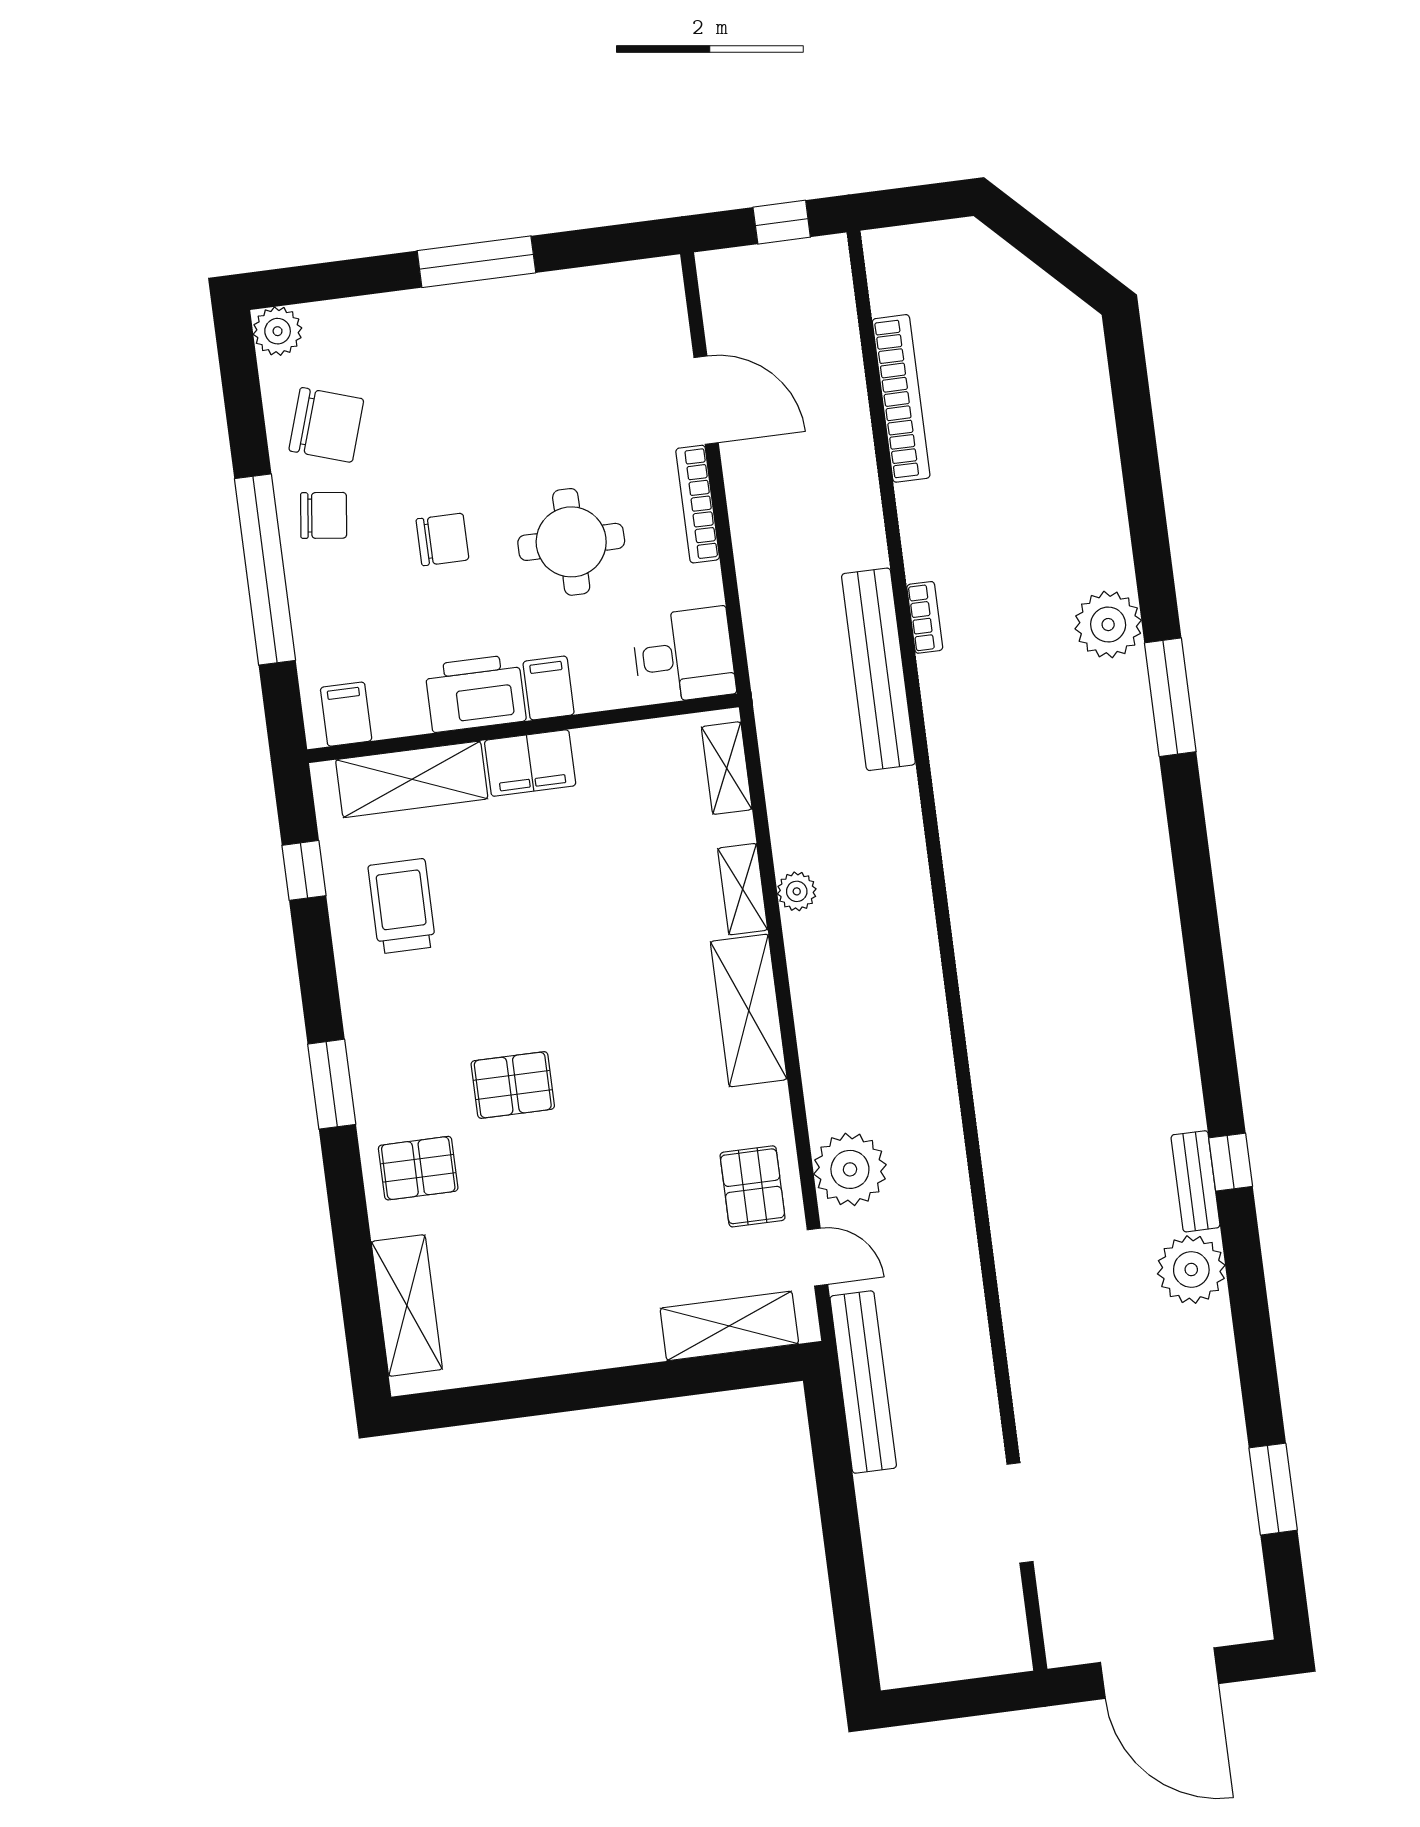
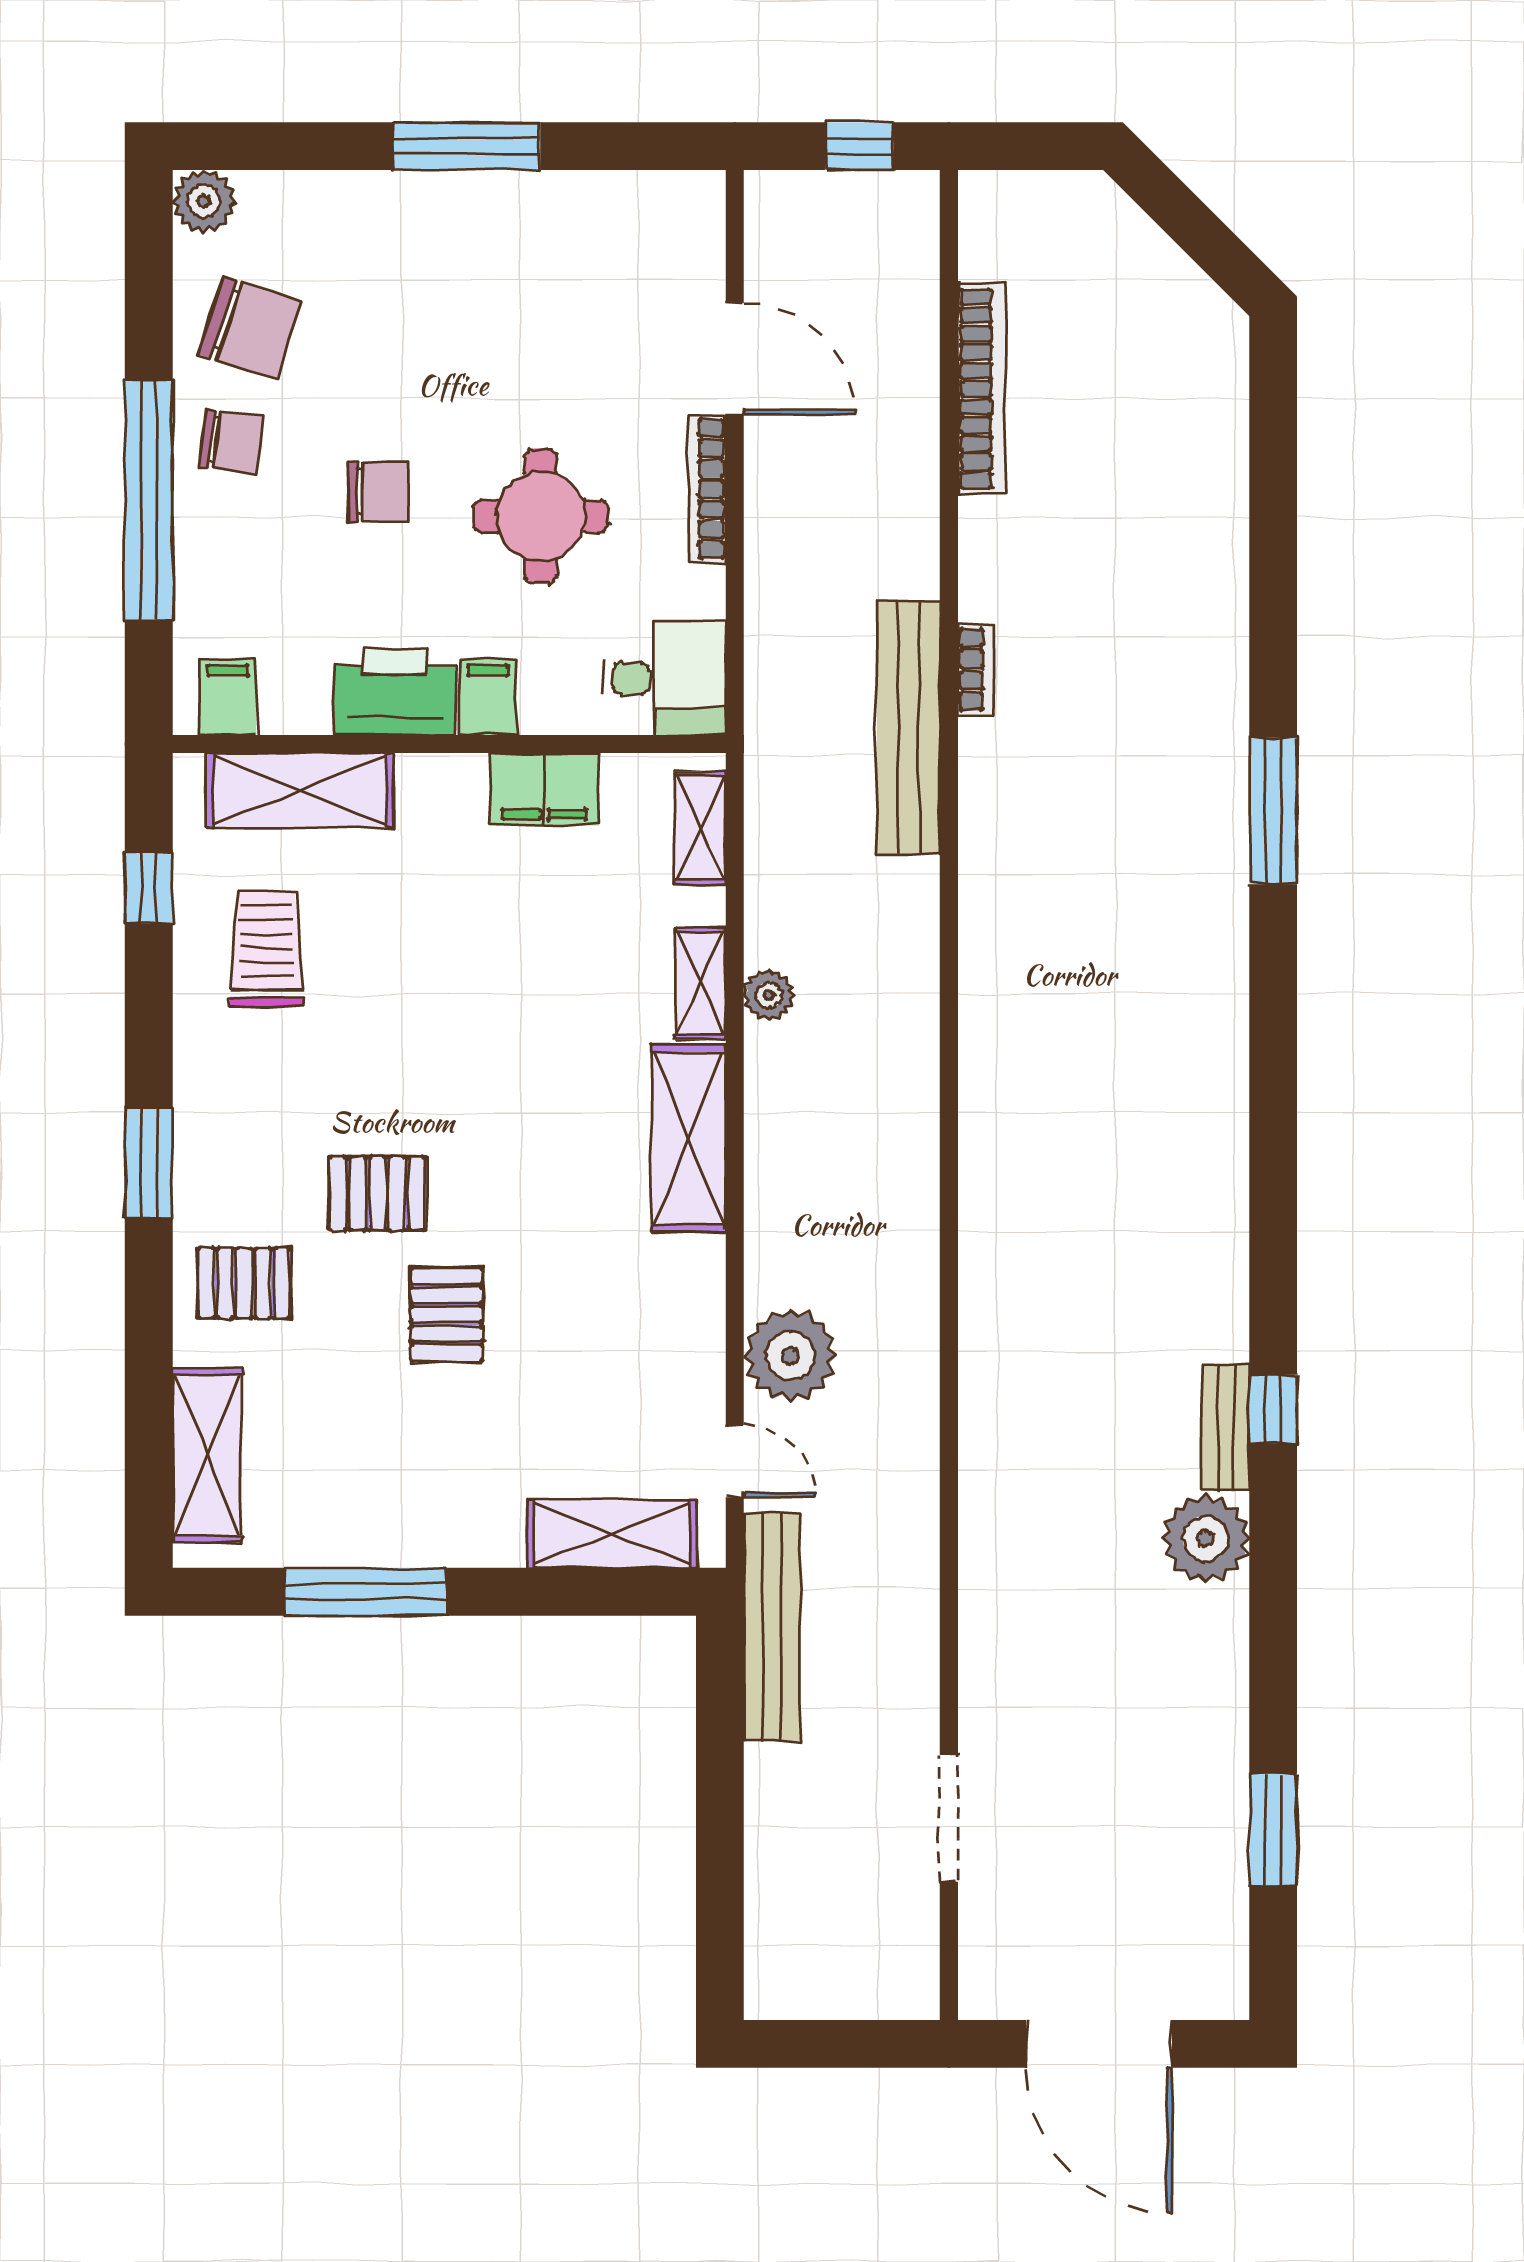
plant: (1108, 625) -> (1206, 709), removed
filing cabinet: (530, 763) -> (544, 789), moved
pallet: (753, 1186) -> (447, 1314), moved
window: (543, 1396) -> (365, 1592), added

